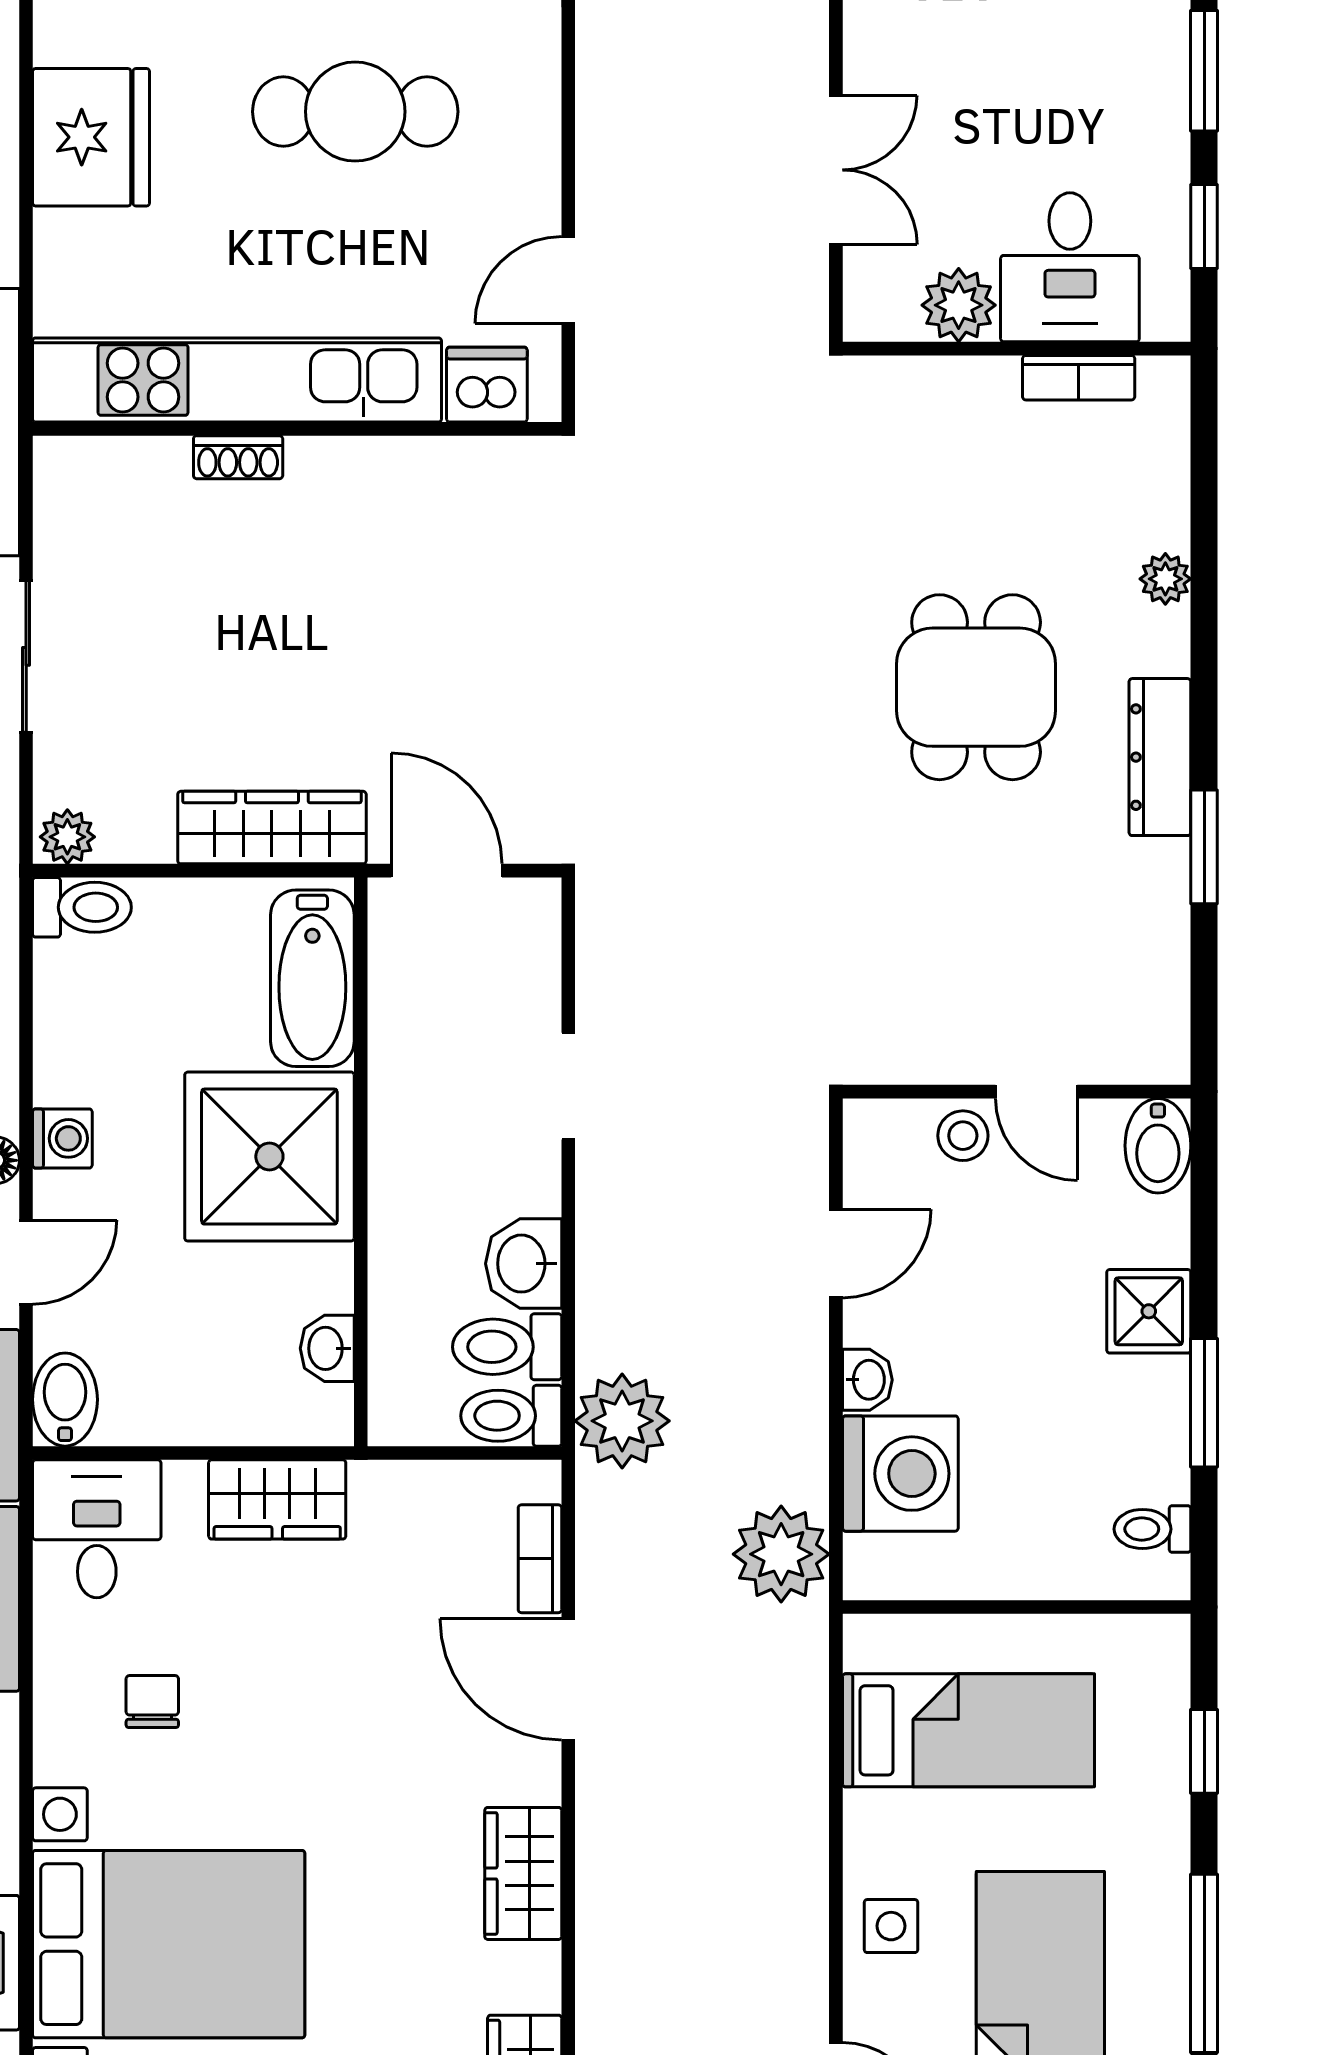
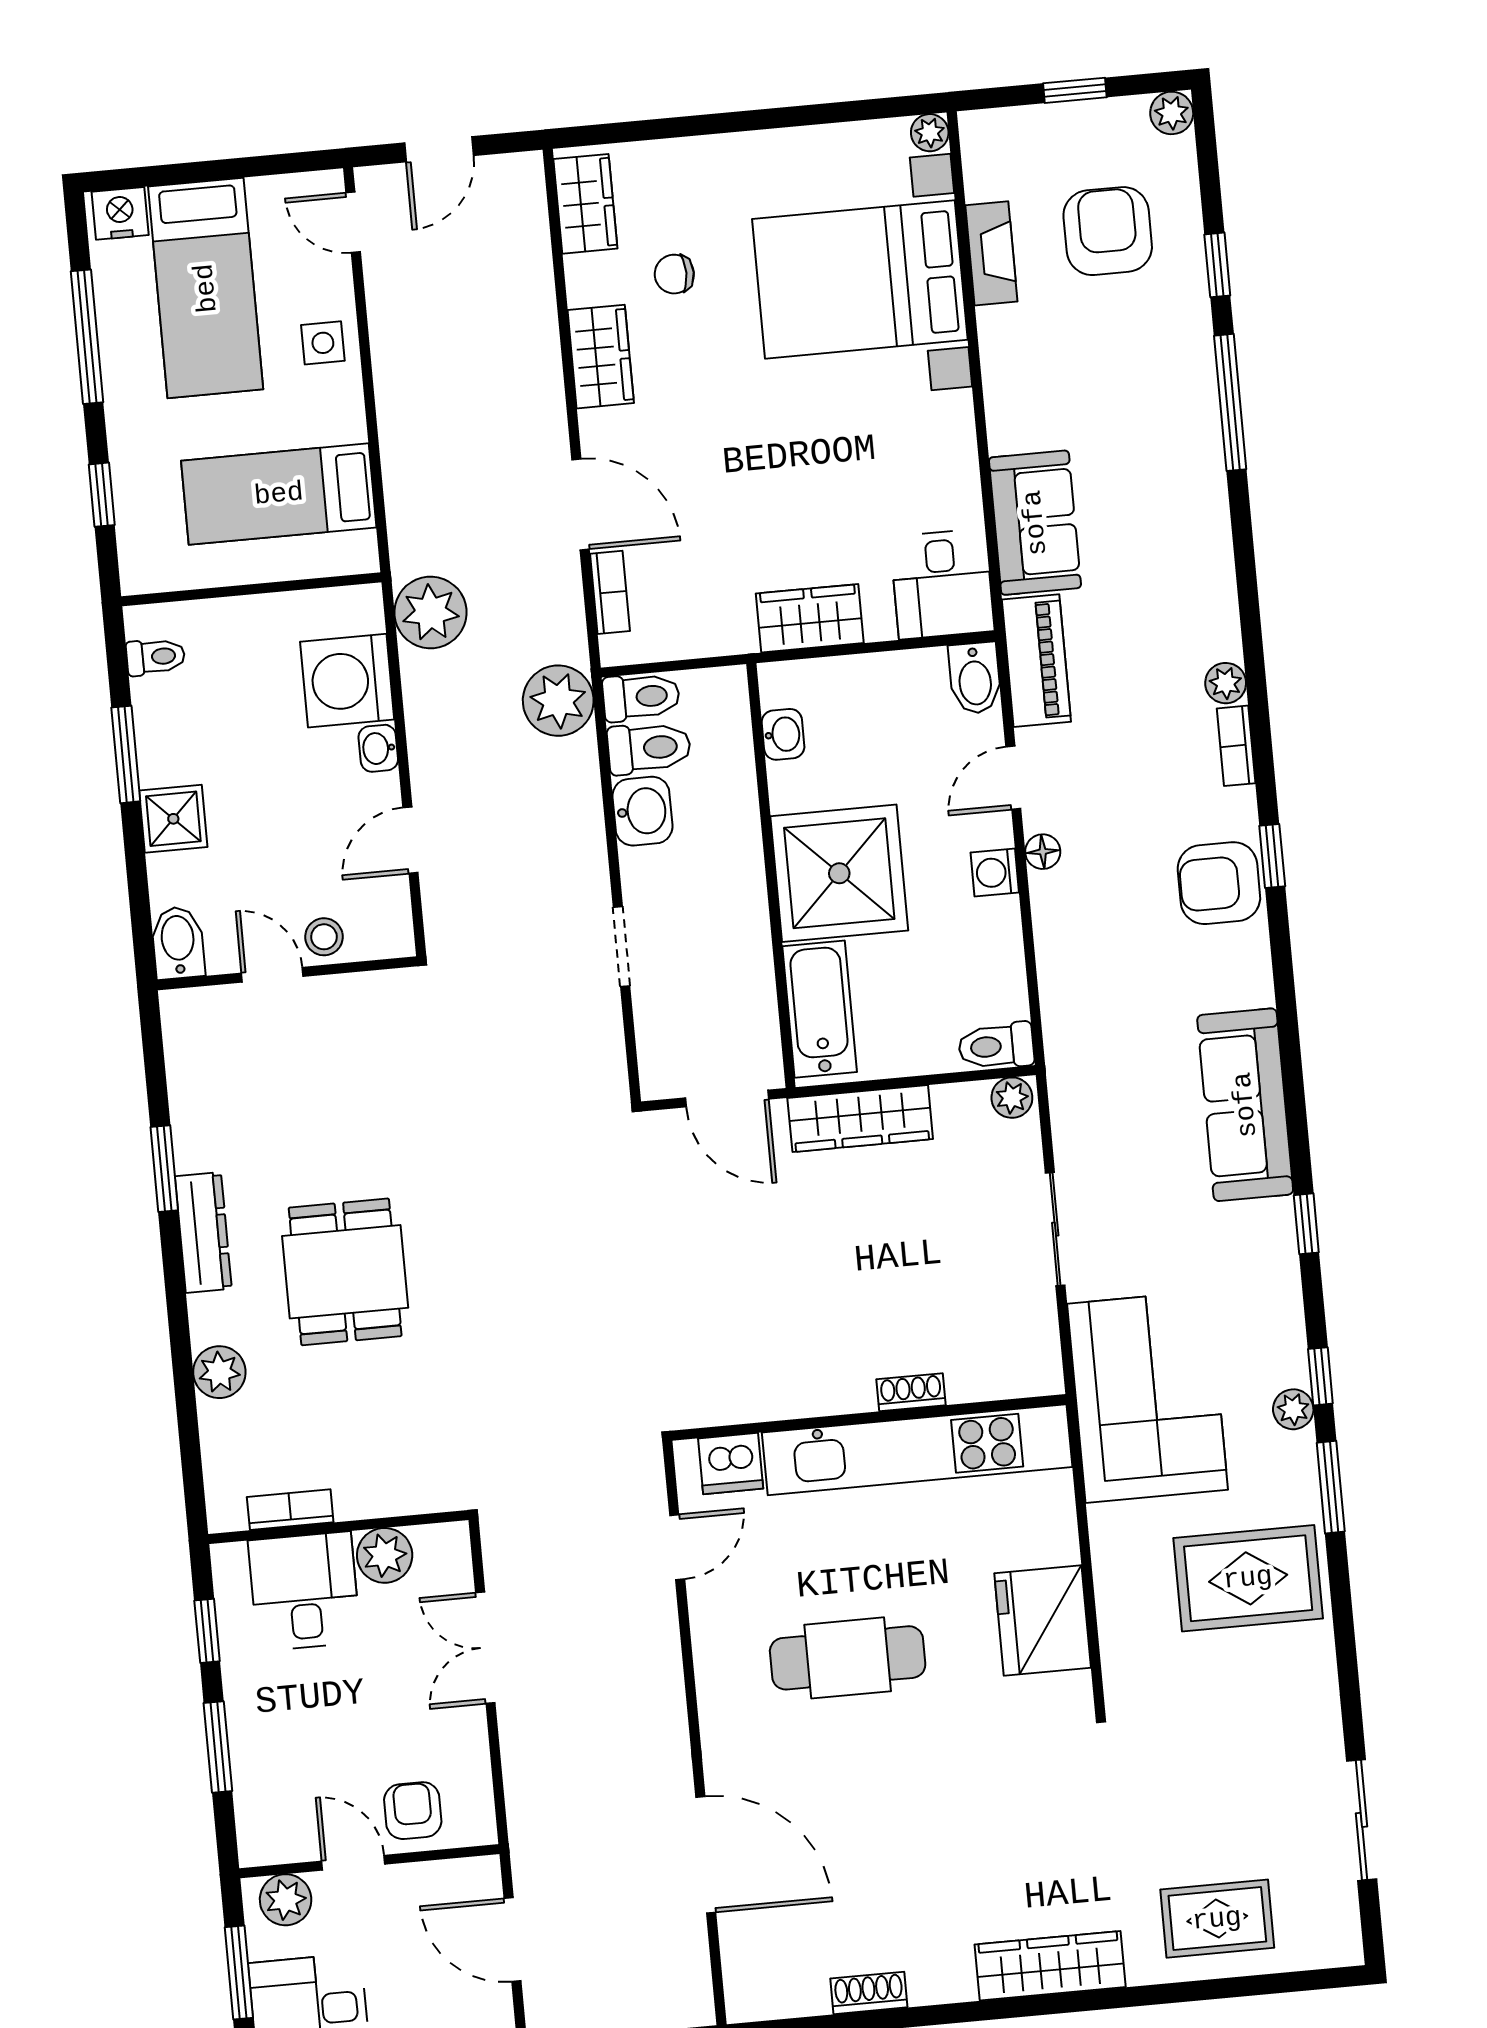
plant: (1165, 579) -> (219, 1372), width x1.38, depth x1.38
chair: (152, 1702) -> (674, 274), moved, turned 90

